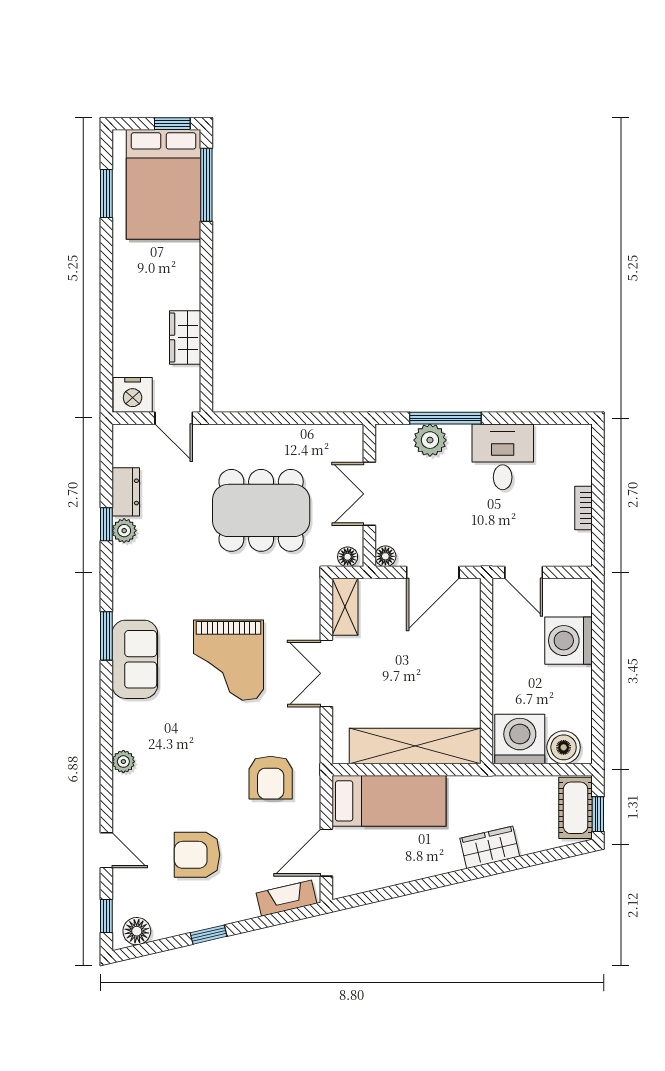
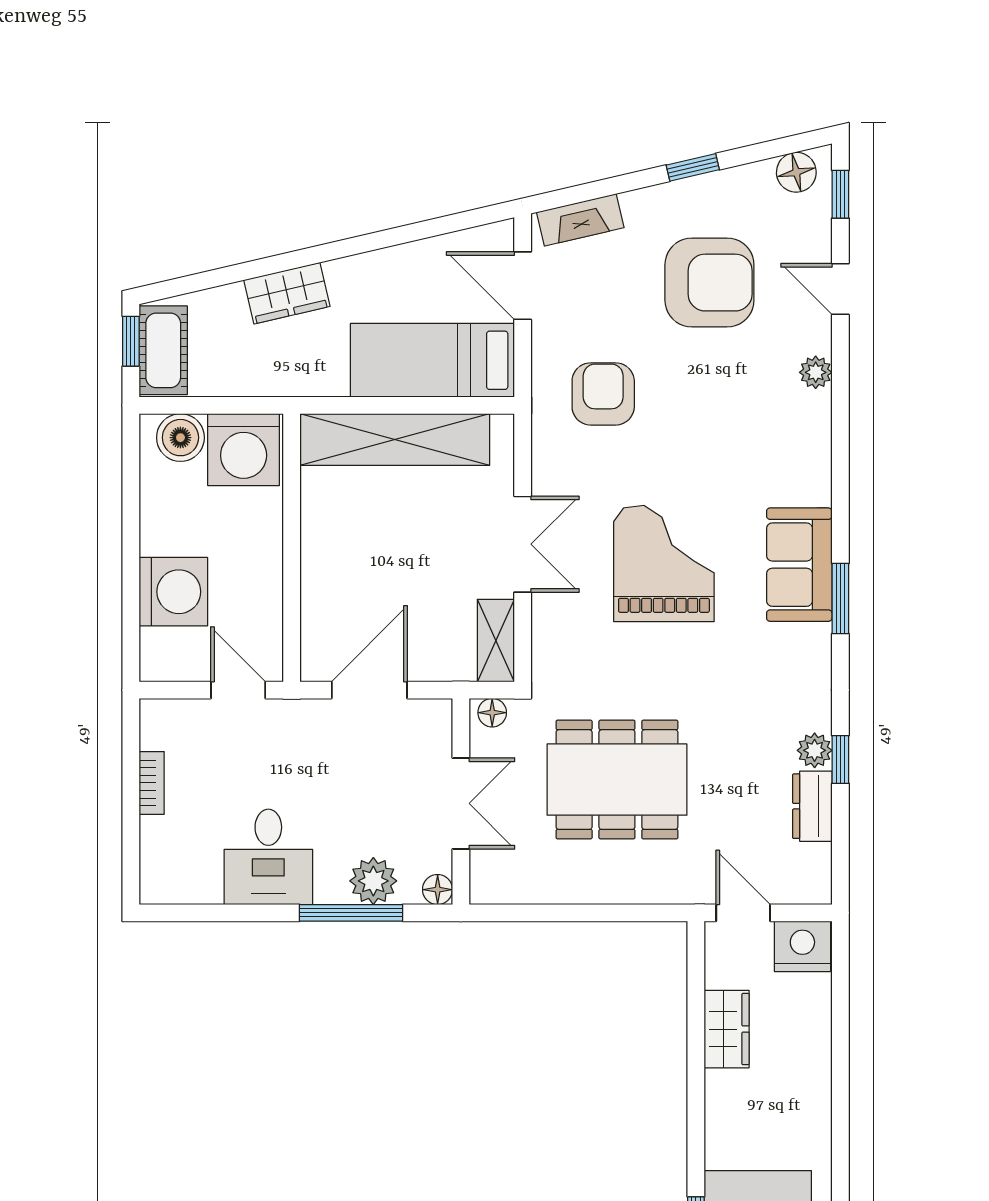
floor lamp: (385, 556) -> (438, 890), moved
plant: (123, 762) -> (816, 372), moved
door: (326, 853) -> (523, 286), swing flipped
armchair: (197, 855) -> (709, 283), width x1.36, depth x1.36

